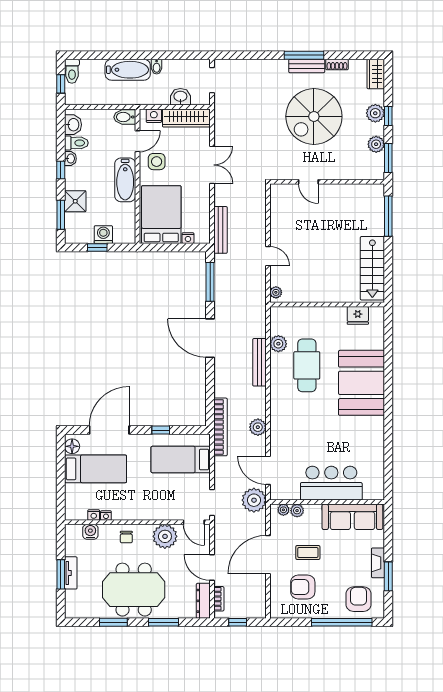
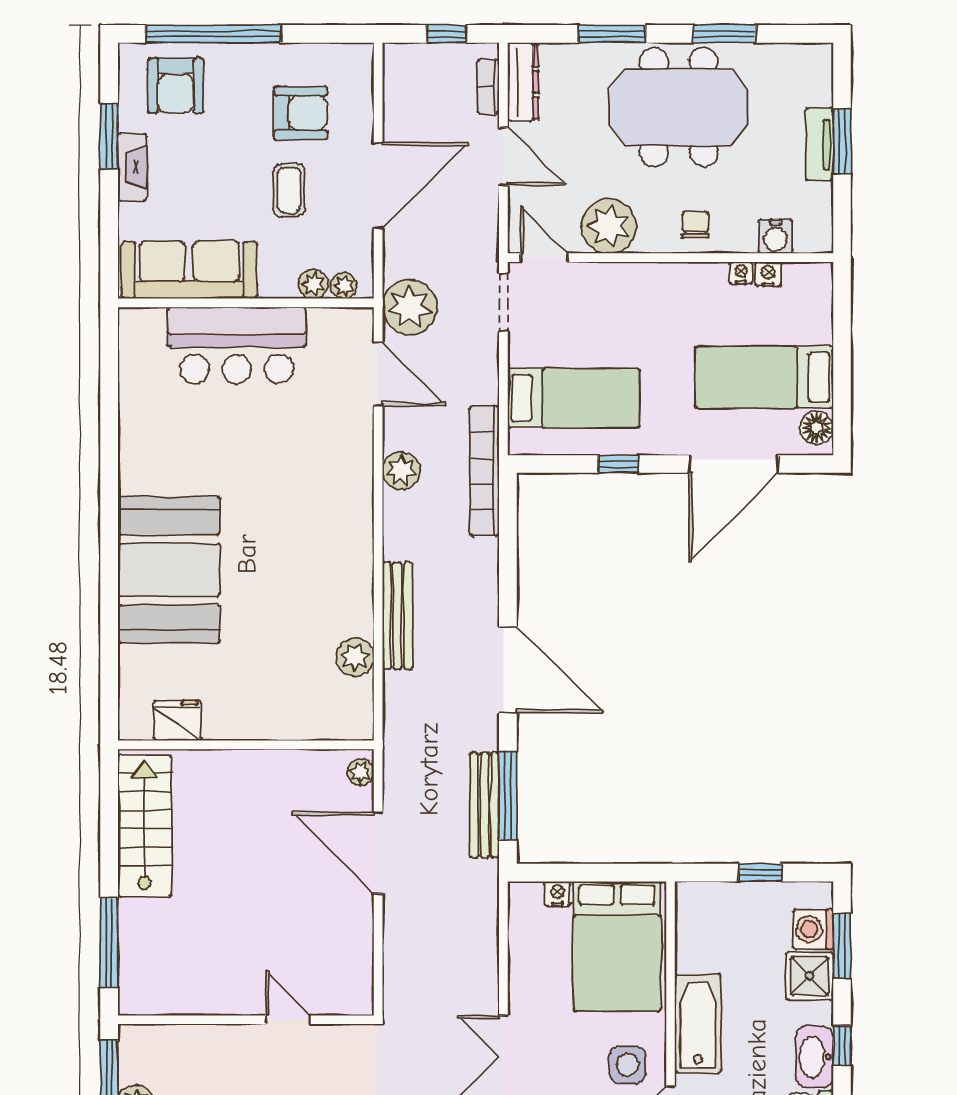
washbasin: (70, 159) -> (815, 1057), width x1.91, depth x1.45
bench: (221, 230) -> (484, 805), moved
washing machine: (103, 235) -> (813, 929), moved, turned 90
door: (268, 256) -> (378, 853), width x1.87
cafe table: (307, 365) -> (291, 609), removed
coffee table: (308, 553) -> (289, 190), turned 90

